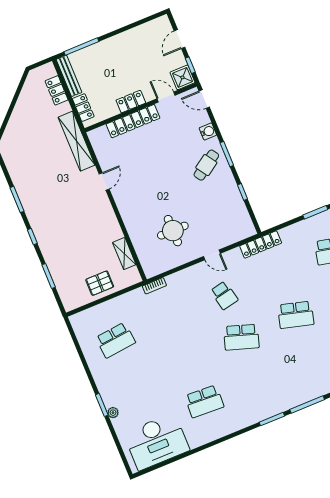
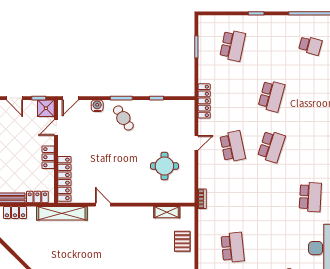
locker: (133, 121) -> (64, 179), moved
school desk: (224, 295) -> (233, 146), width x1.85

